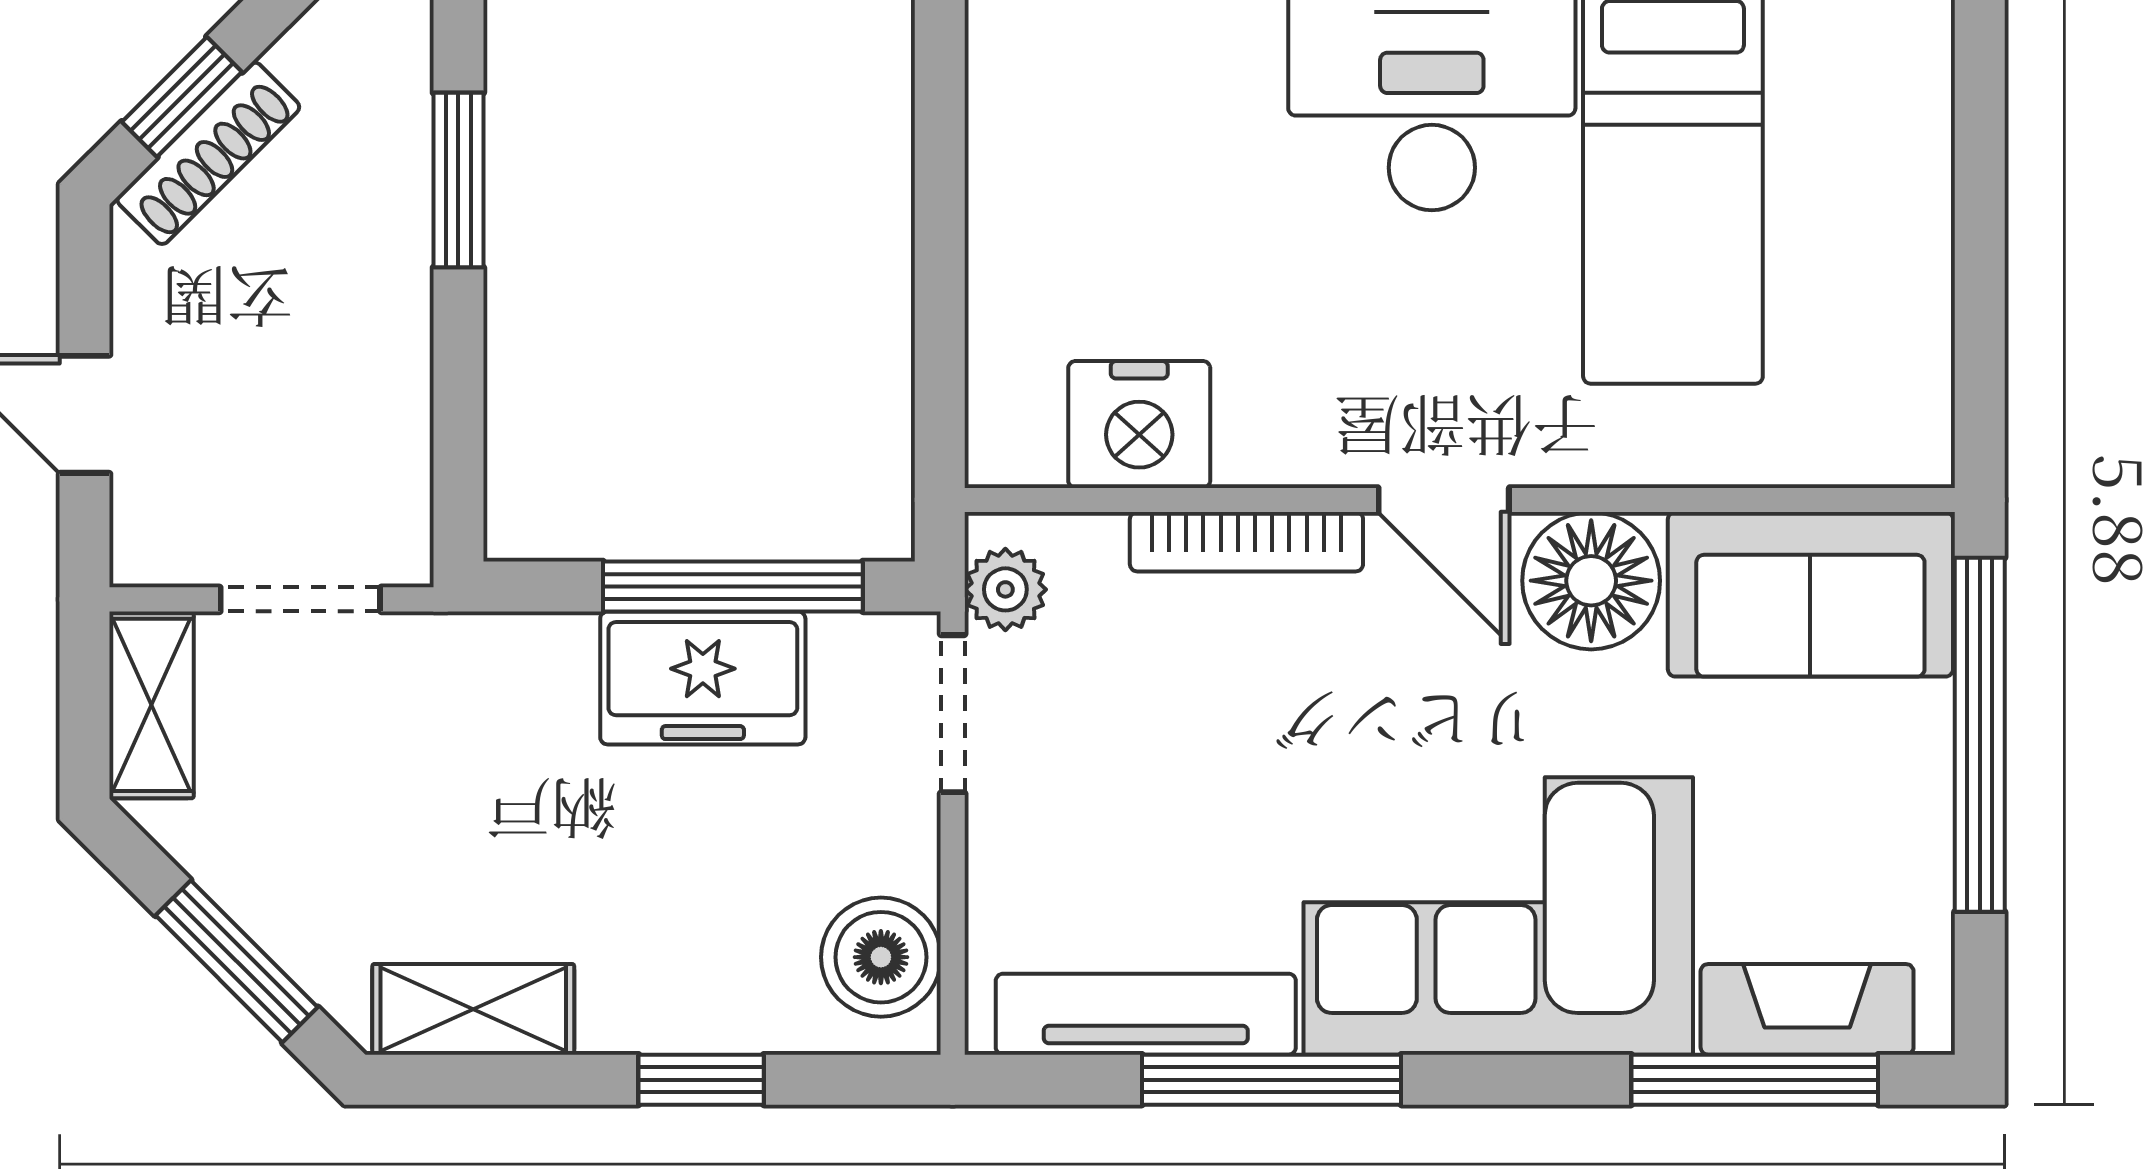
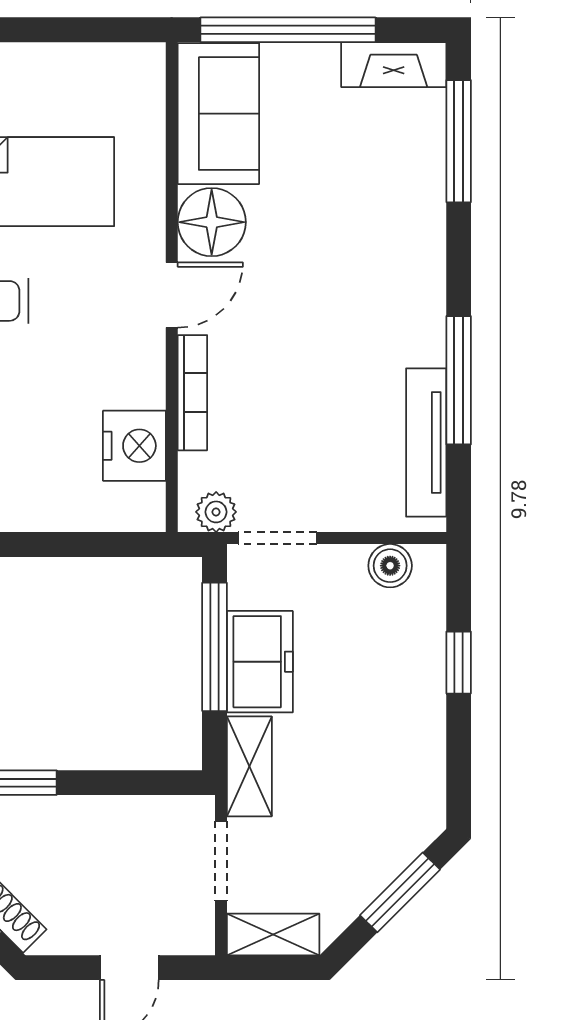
corner sofa: (1498, 916) -> (378, 268), removed
boiler: (881, 957) -> (390, 566), width x0.73, depth x0.73
shelving: (473, 1009) -> (249, 766), moved
fireplace: (1807, 1009) -> (394, 65), moved, turned -90

